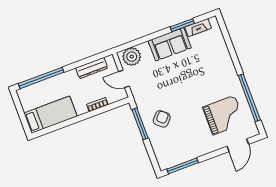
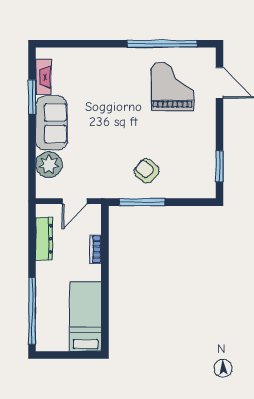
plant: (132, 57) -> (49, 165), moved
window: (183, 166) -> (219, 166), width x0.69

